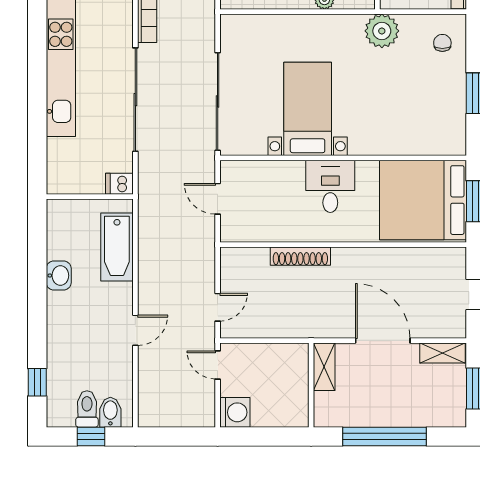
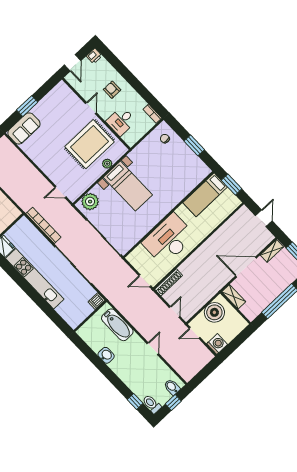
plant: (382, 31) -> (90, 202), moved
bed with nightstands: (308, 109) -> (128, 186), moved, turned 180
desk: (330, 186) -> (169, 239), width x1.87, depth x1.30
door: (218, 199) -> (145, 281), moved
bed: (423, 200) -> (205, 195), width x0.49
shoe rack: (300, 256) -> (169, 282), moved
boiler: (275, 363) -> (214, 312), added
toilet: (87, 409) -> (152, 404), moved

